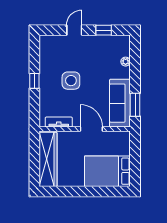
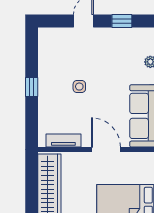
side table: (71, 81) -> (79, 87), width x0.54, depth x0.54

